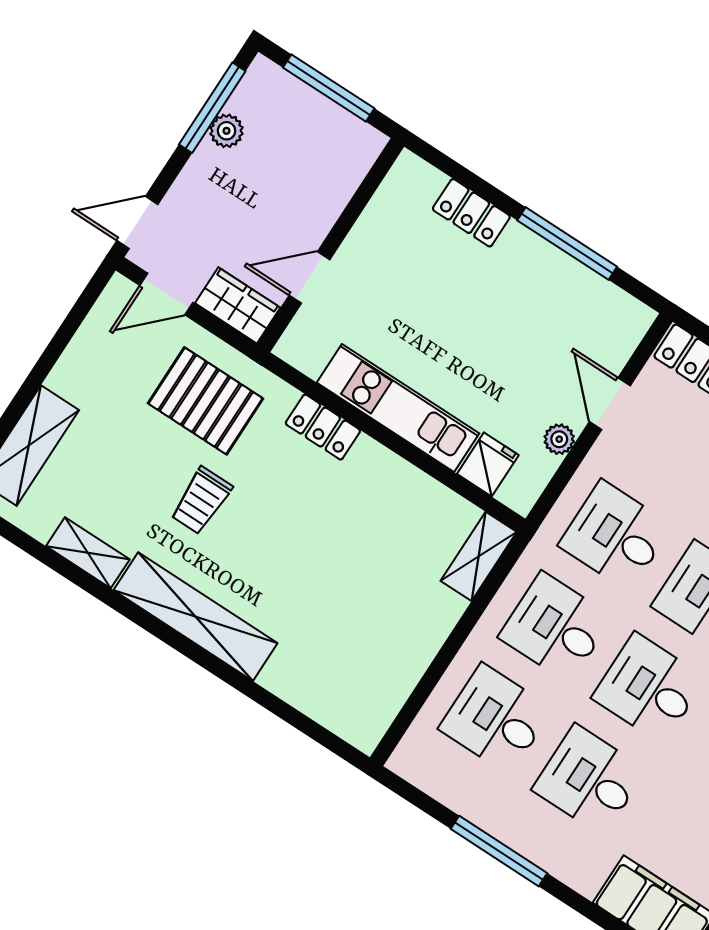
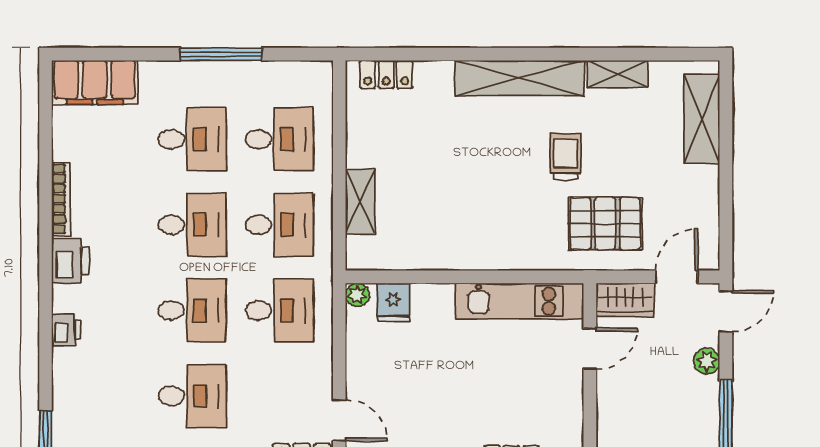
plant: (227, 131) -> (707, 361), moved
door: (610, 404) -> (339, 420), moved
kitchen unit: (398, 408) -> (520, 301), moved
locker: (323, 427) -> (386, 74), moved, turned 180
plant: (559, 439) -> (357, 295), moved
shelving: (479, 556) -> (360, 202), moved

